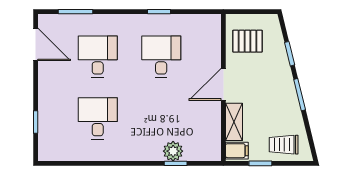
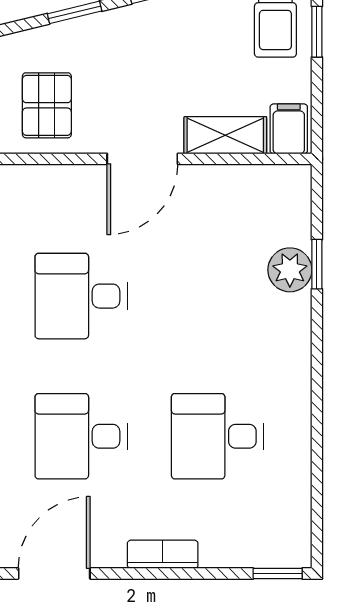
door: (223, 84) -> (142, 159), hinge flipped
bookcase: (44, 94) -> (163, 554), added
window: (36, 122) -> (278, 573), moved
window: (260, 163) -> (317, 32), moved

